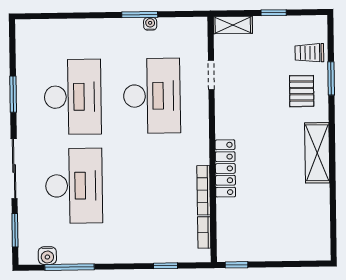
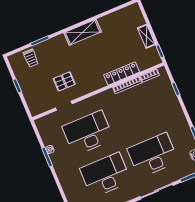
shelving: (233, 25) -> (146, 36), moved
pallet: (302, 91) -> (64, 81), moved
locker: (225, 168) -> (122, 74), moved

